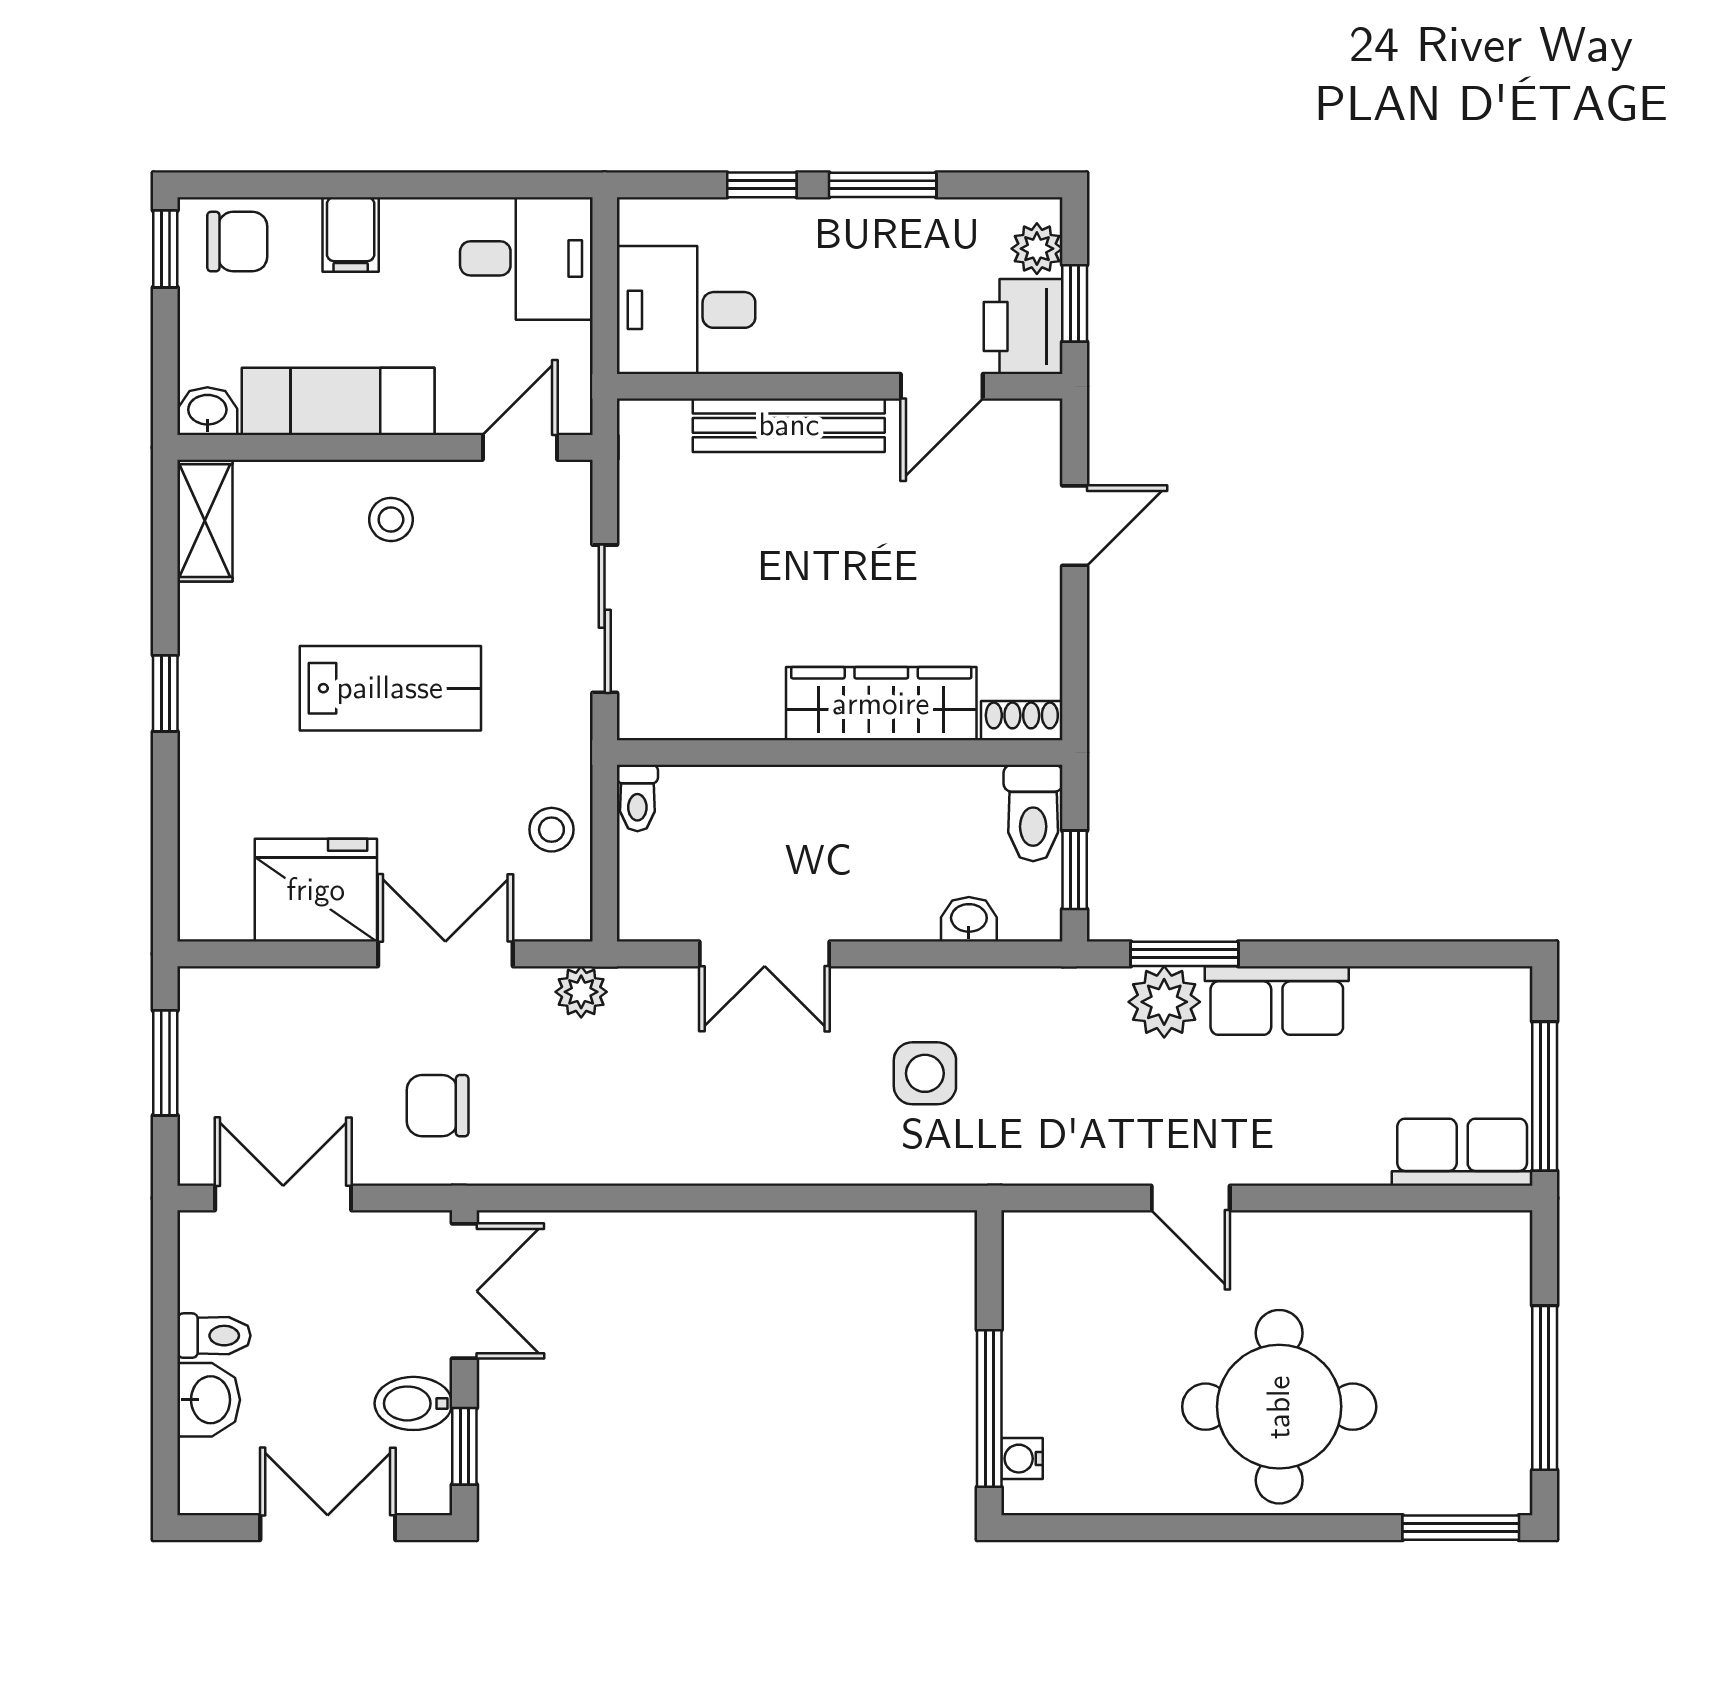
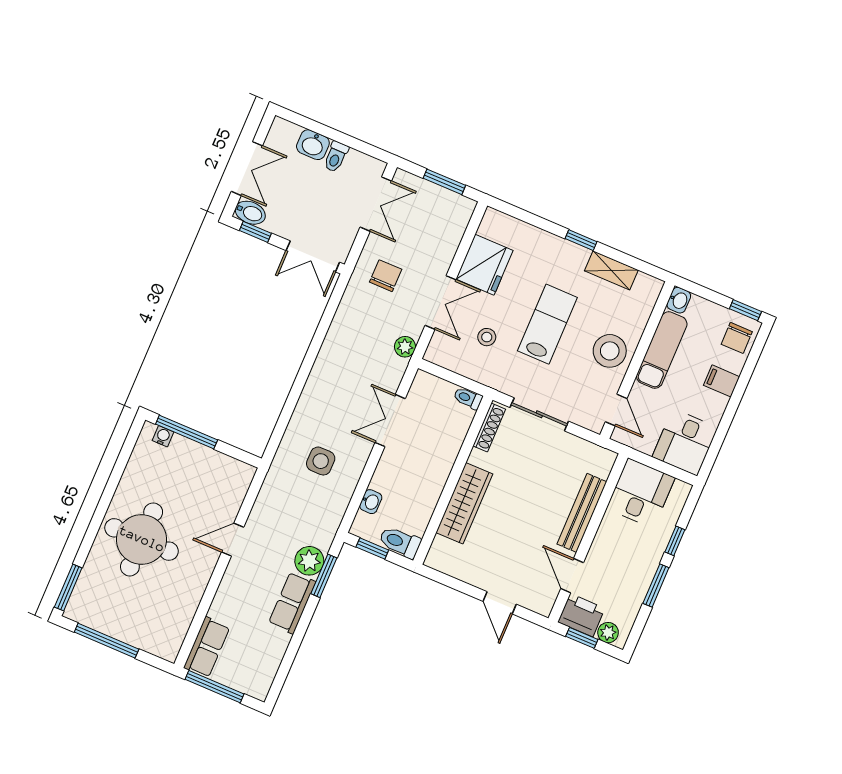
stool: (391, 519) -> (610, 351), width x1.89, depth x1.89
shelving: (205, 521) -> (611, 270), moved
lab bench: (390, 688) -> (547, 324), turned 180
shoe rack: (1022, 721) -> (489, 428), moved, width x1.43
stool: (551, 830) -> (487, 337), moved
bidet: (413, 1403) -> (250, 213), moved, turned 90

